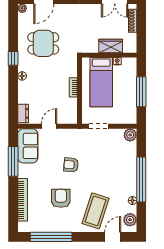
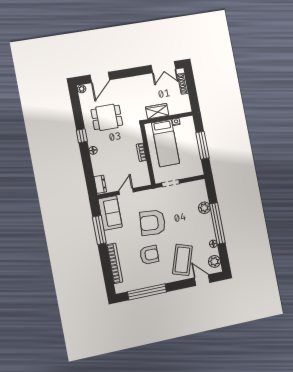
wardrobe: (111, 46) -> (157, 111), moved
plant: (130, 135) -> (204, 208), moved
armchair: (71, 165) -> (153, 223), width x1.88, depth x1.88
armchair: (61, 198) -> (149, 255), turned 90
door: (113, 237) -> (202, 280), hinge flipped

